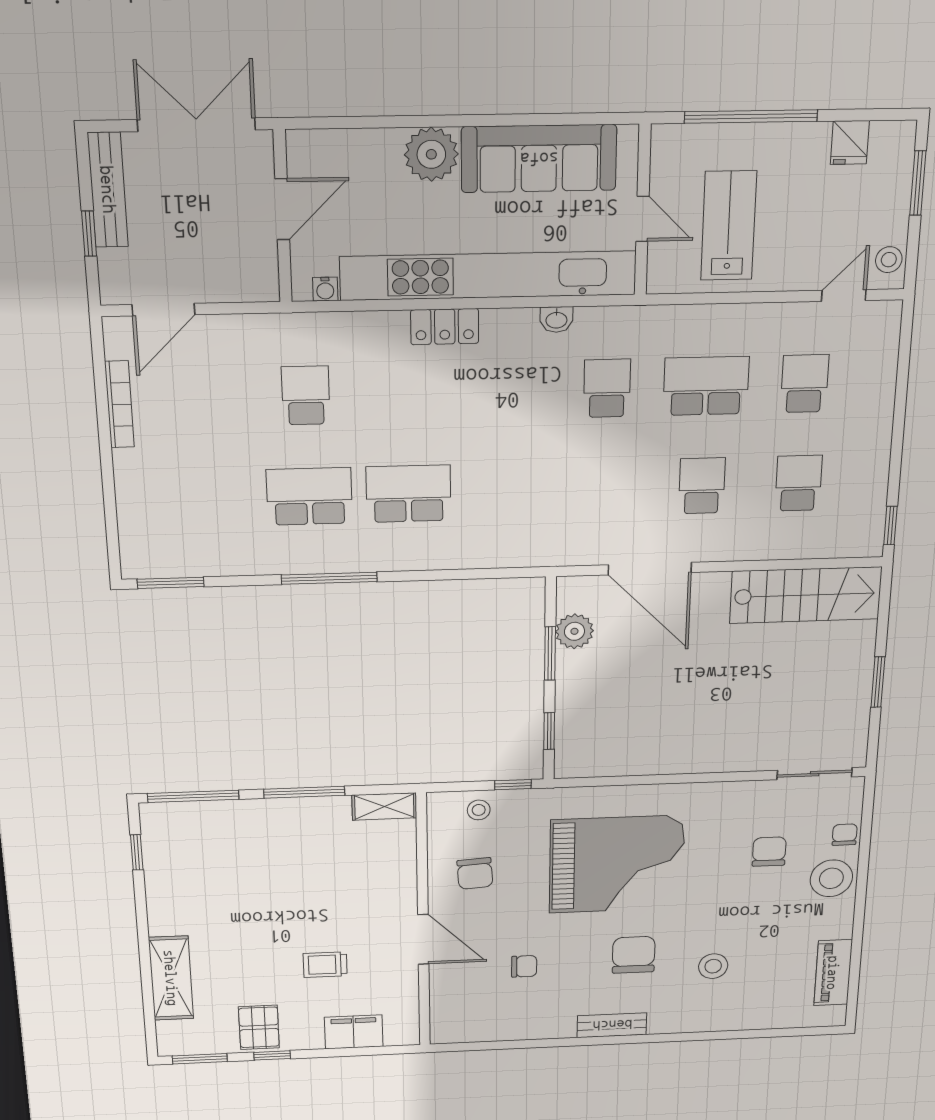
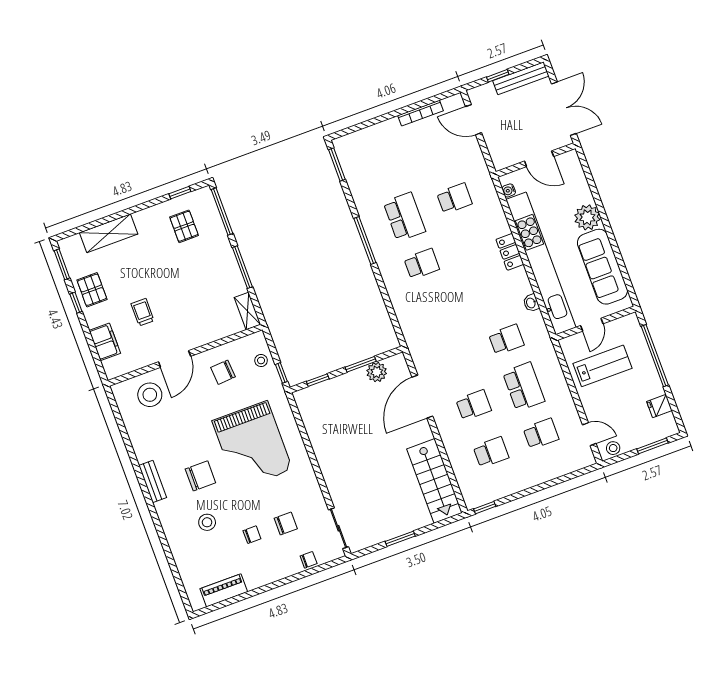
school desk: (408, 494) -> (422, 264), width x0.54
pallet: (199, 862) -> (184, 226), added
stool: (831, 878) -> (150, 395), moved
chair: (524, 966) -> (252, 535), moved, turned -90
pallet: (259, 1027) -> (92, 290), turned 90

